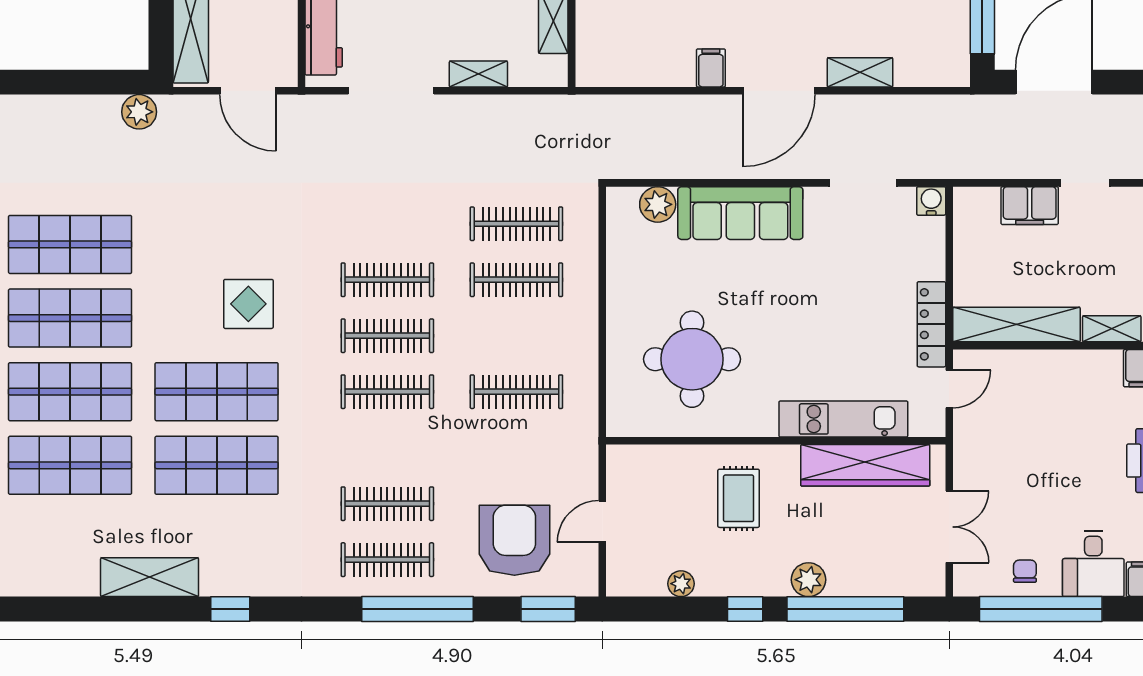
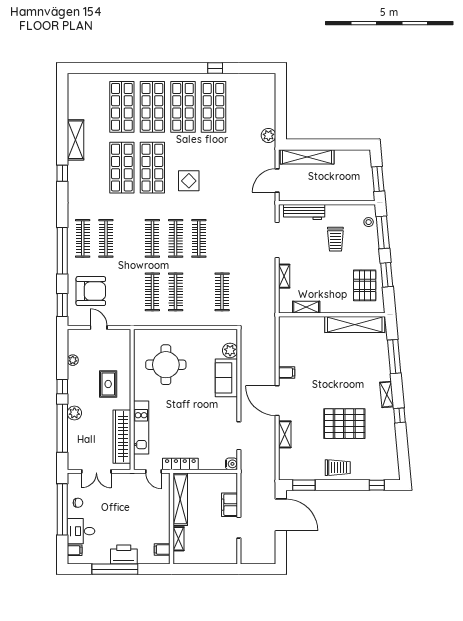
sofa: (740, 213) -> (226, 378), width x0.73
clothes rail: (516, 280) -> (176, 292), moved
rug: (739, 498) -> (108, 384), turned 90

